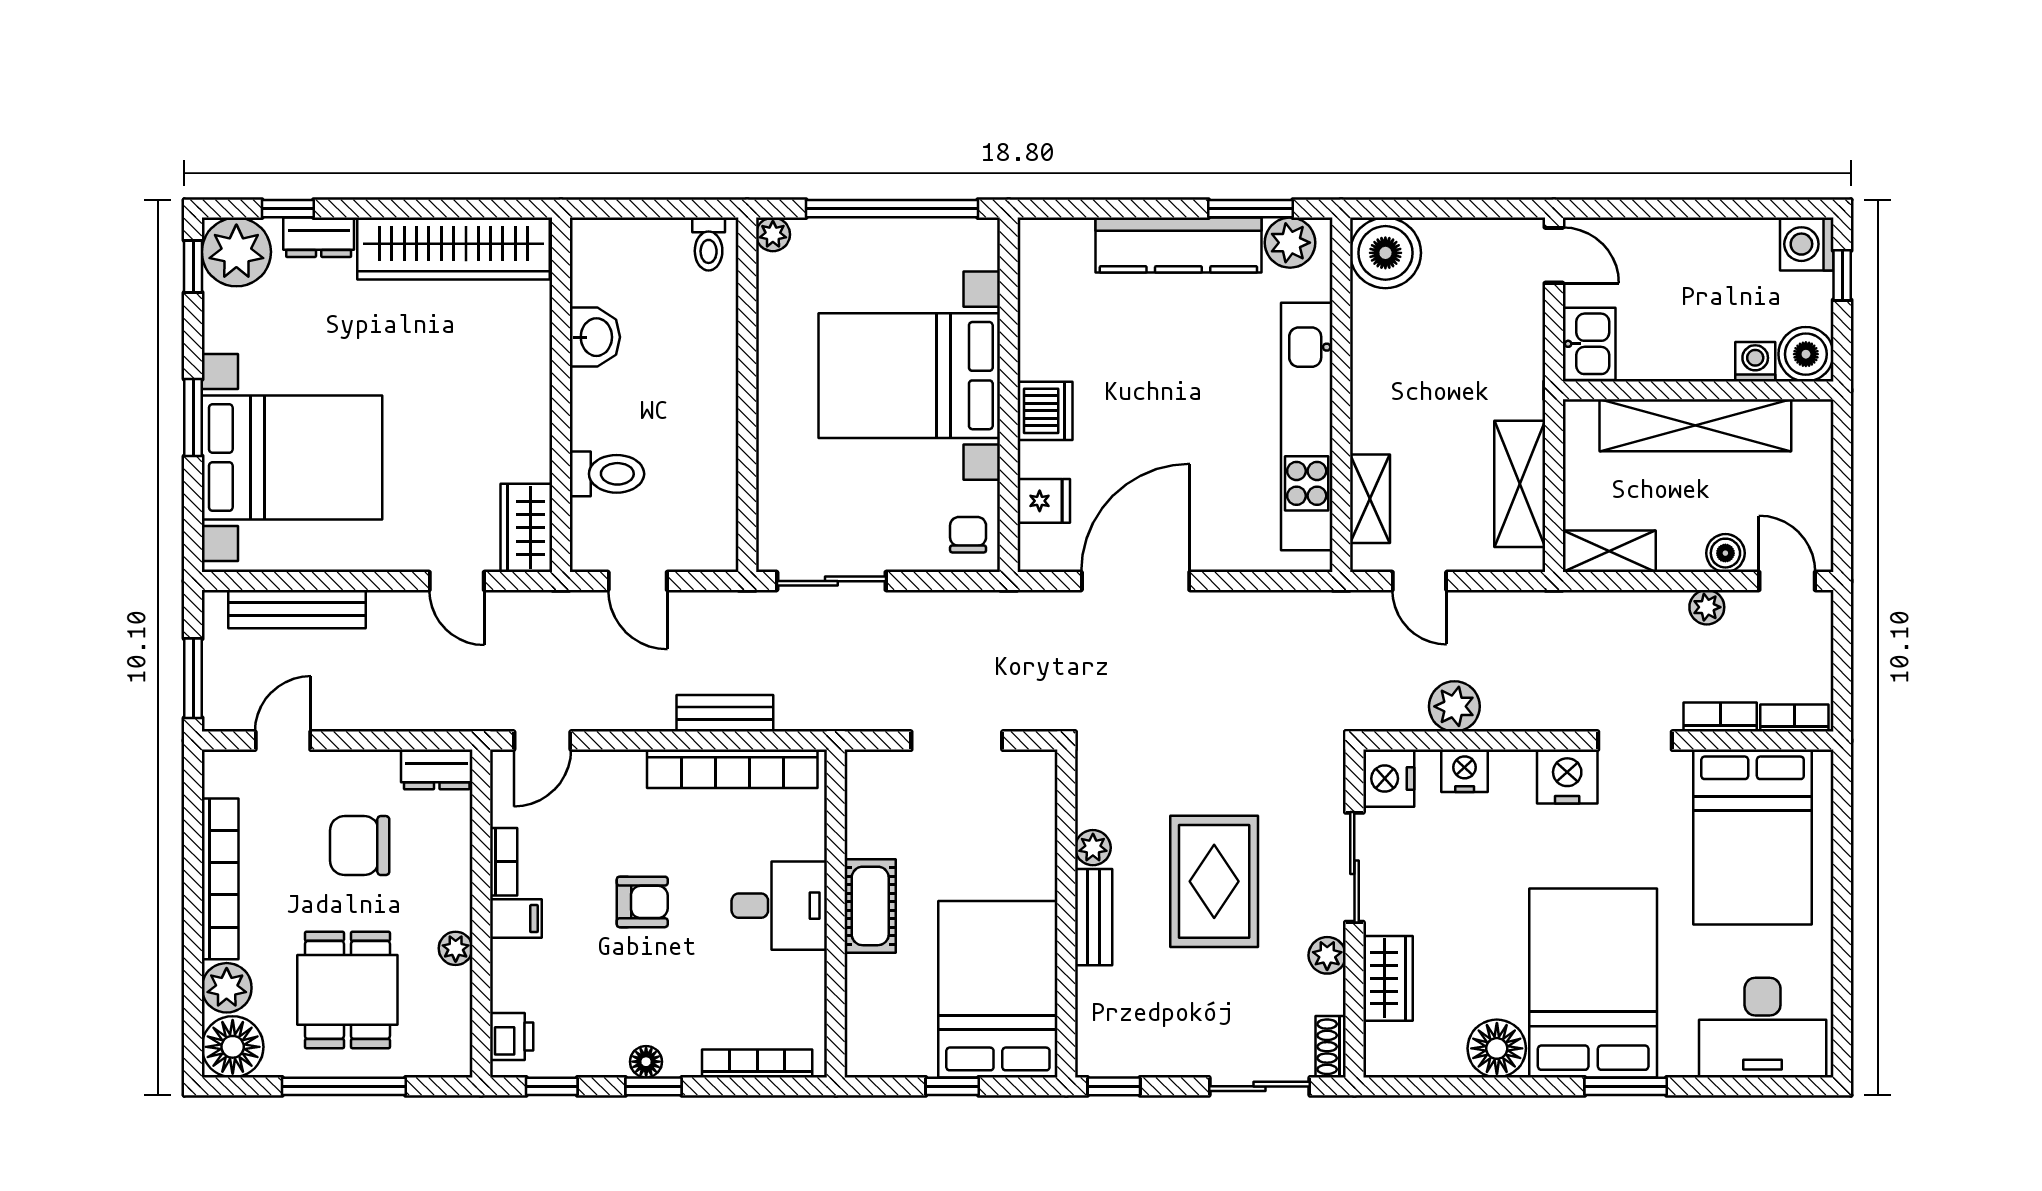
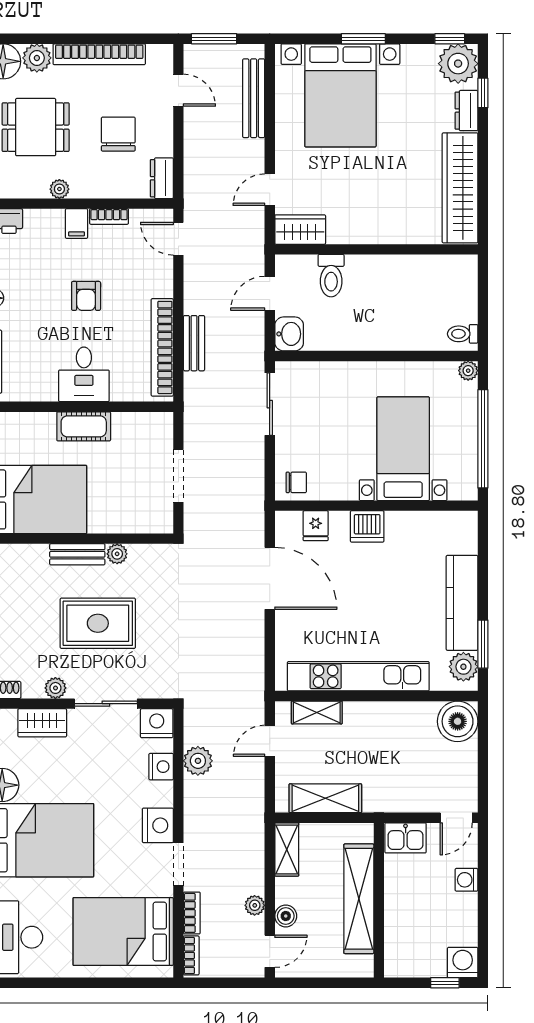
washbasin: (595, 337) -> (289, 334), moved, turned -90
boiler: (1806, 354) -> (400, 962), removed
washing machine: (1755, 362) -> (467, 880), moved, turned 180
bed with nightstands: (909, 376) -> (403, 449), width x0.73

